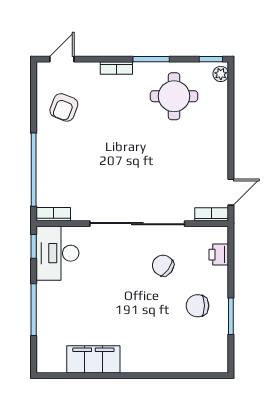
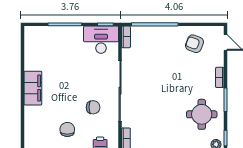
chair: (163, 265) -> (93, 107), turned 54
filing cabinet: (93, 359) -> (33, 88), moved

